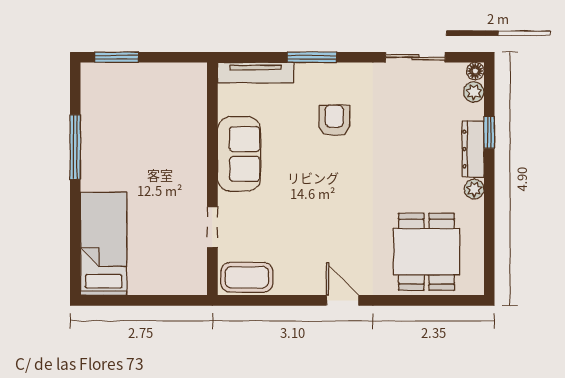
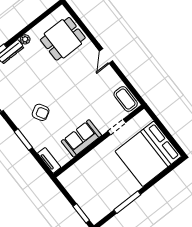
tv unit: (256, 73) -> (49, 160), width x0.71
armchair: (334, 120) -> (41, 112), turned -120
bed: (104, 244) -> (148, 154), width x2.04

